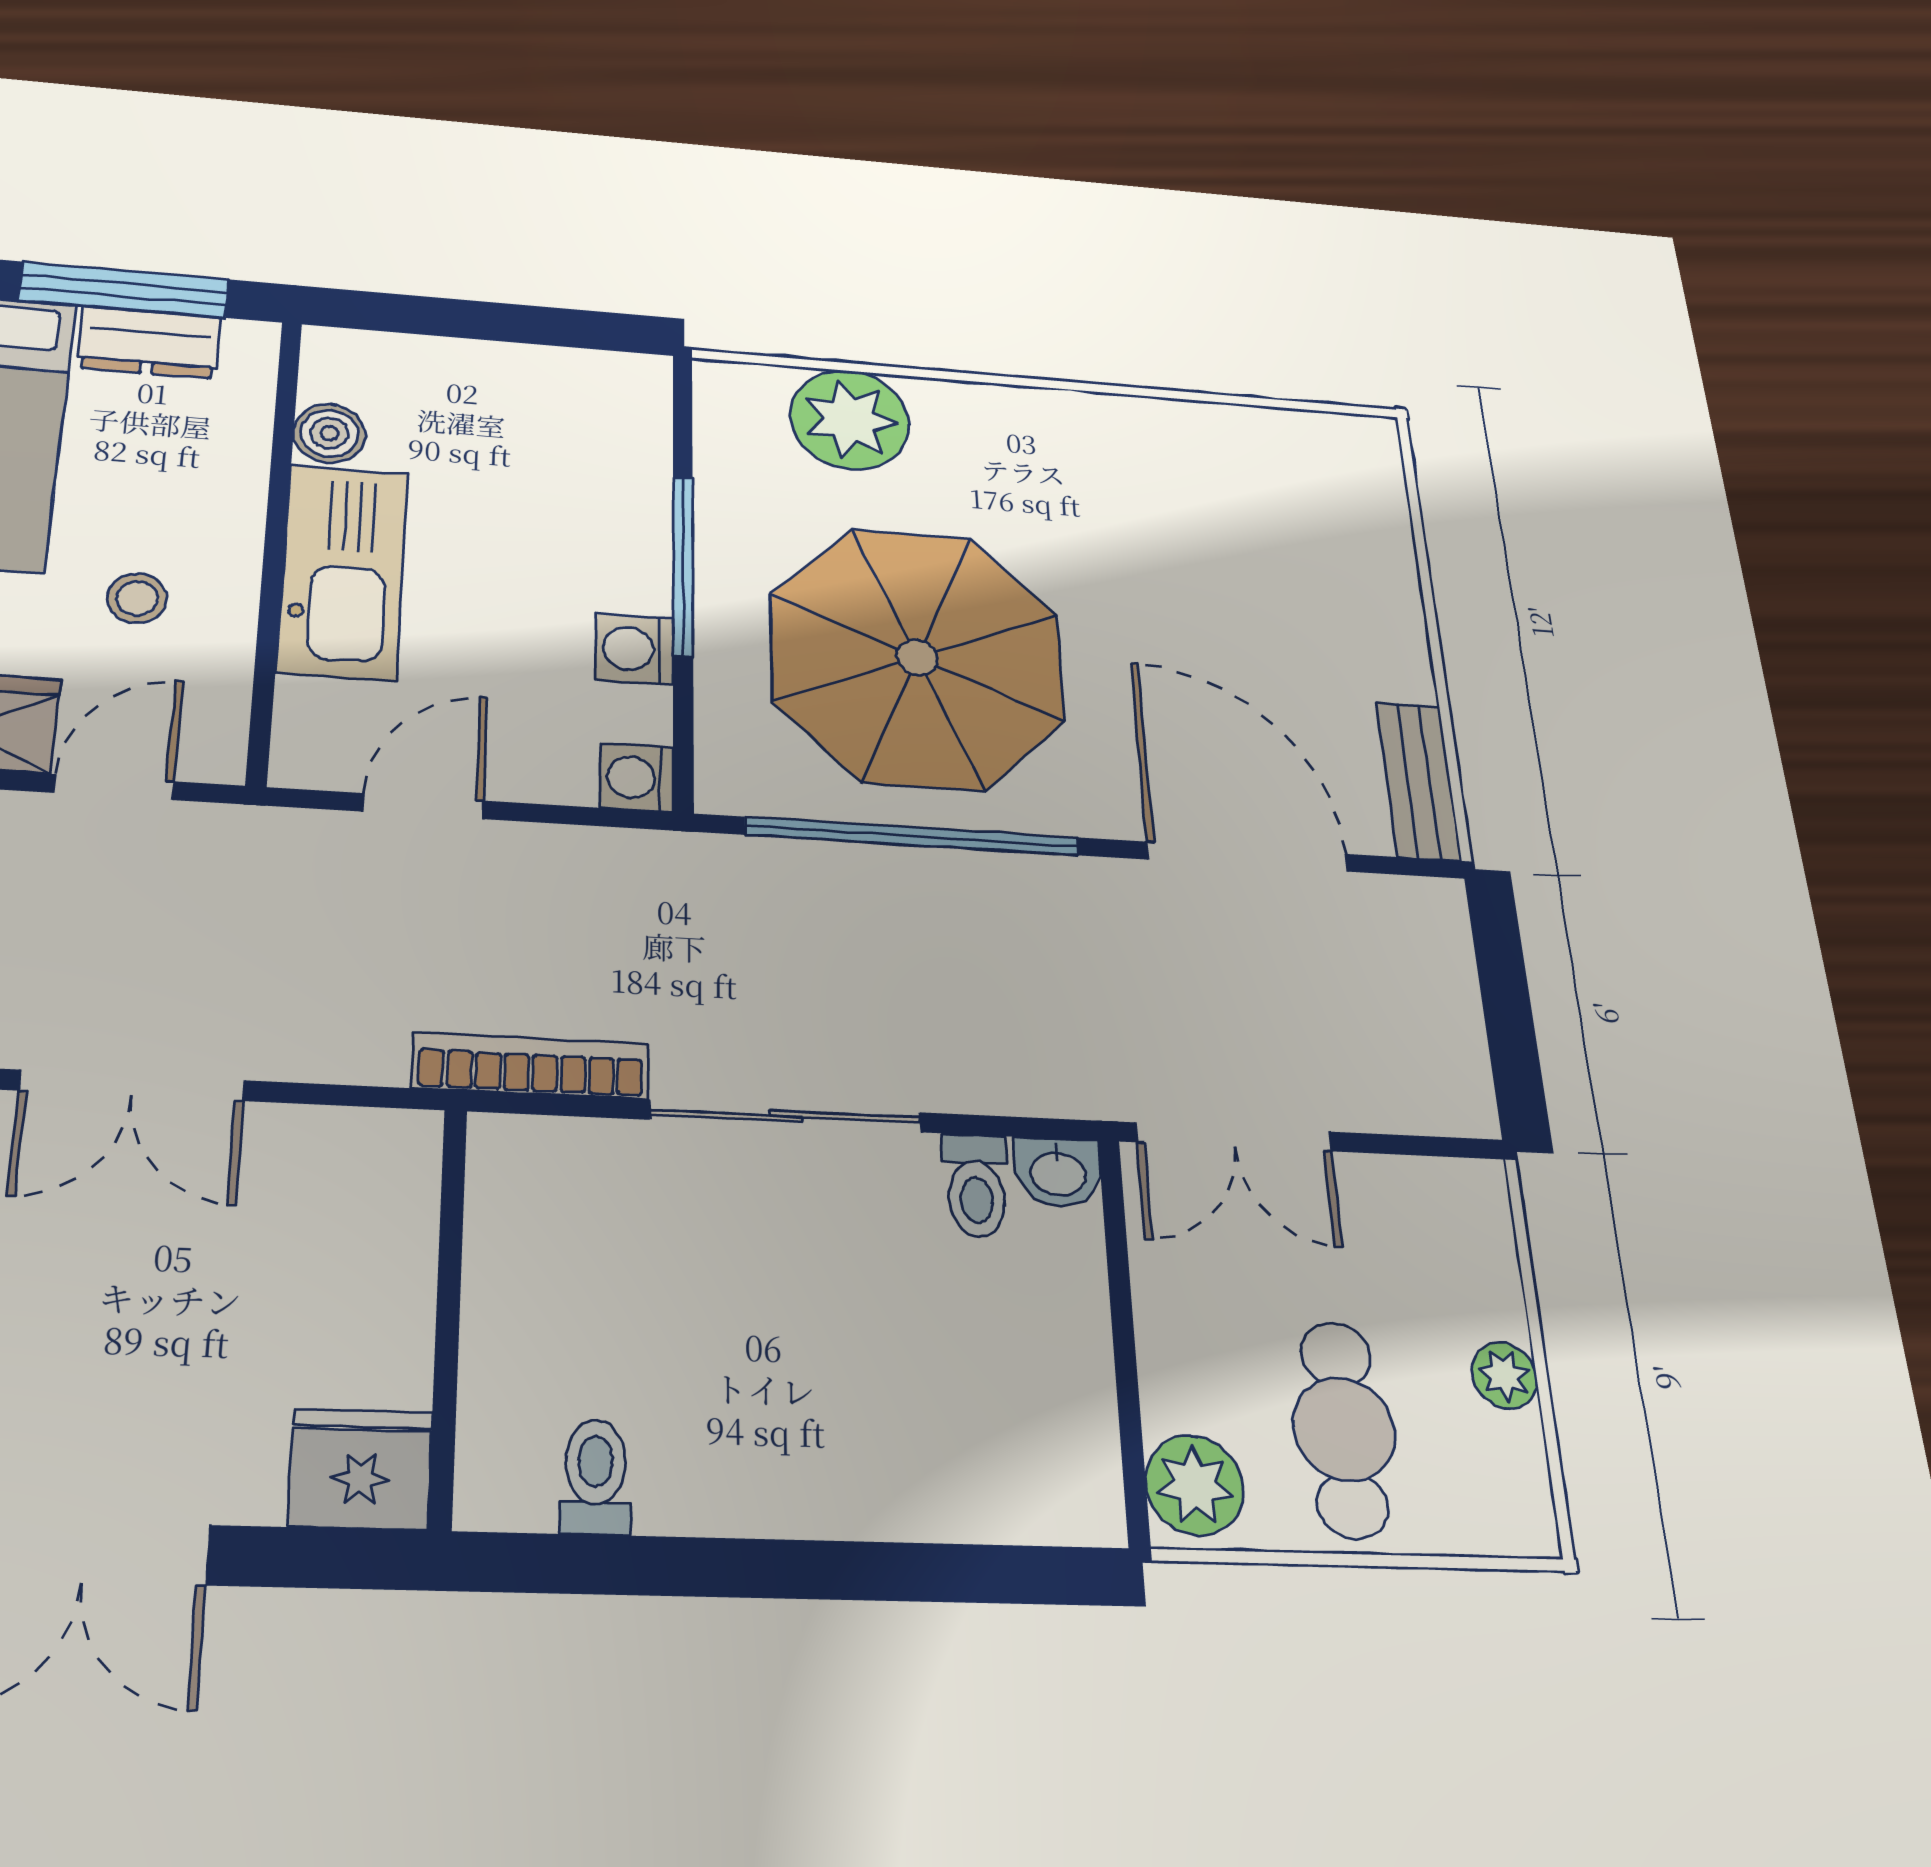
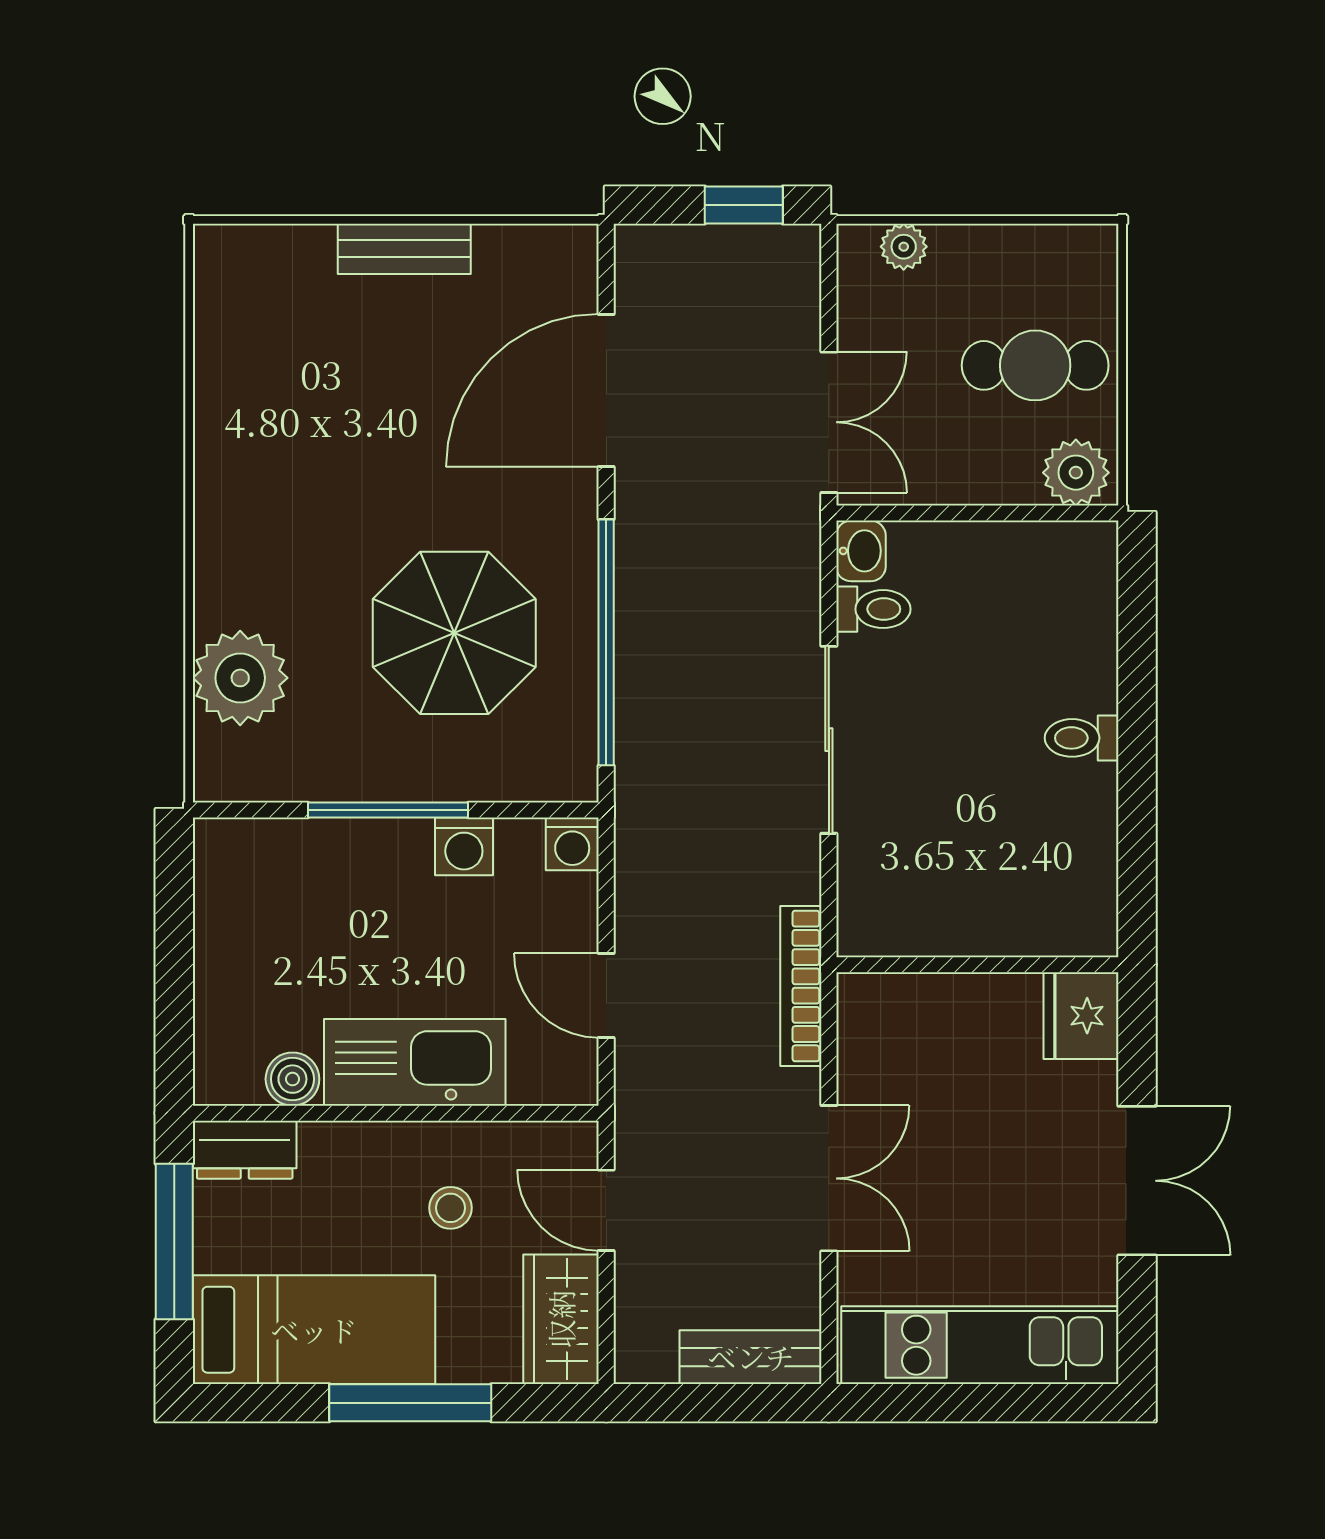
dresser: (149, 342) -> (245, 1150), moved, turned 90
parasol: (917, 658) -> (454, 633), width x0.73, depth x0.73
bench: (1419, 781) -> (404, 249), moved
window: (1512, 1041) -> (744, 205), added
bookcase: (531, 1066) -> (801, 986), moved
plant: (1505, 1376) -> (904, 247), moved
toilet: (596, 1477) -> (1082, 738), moved

